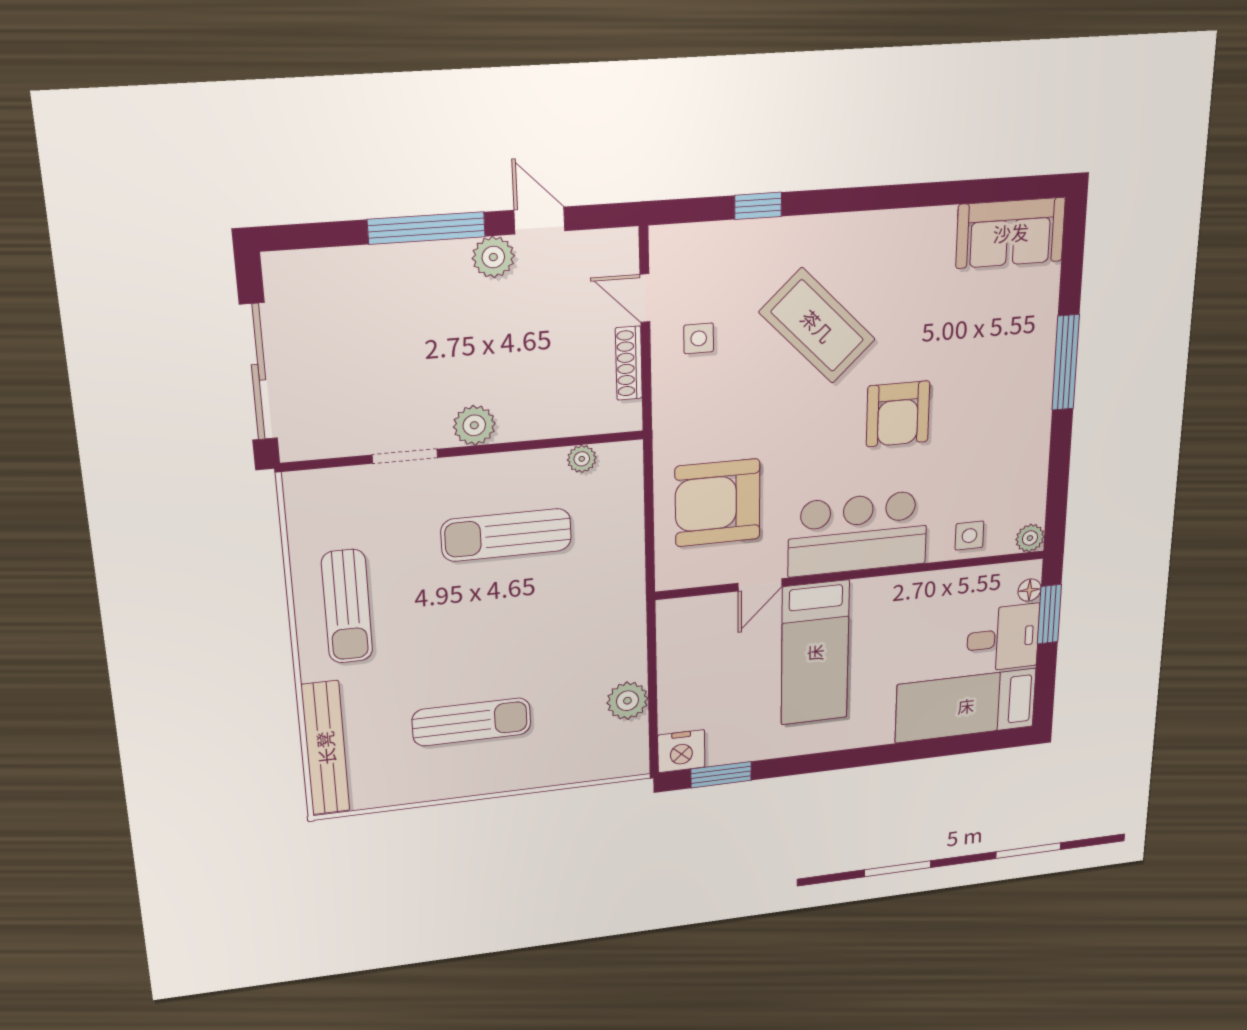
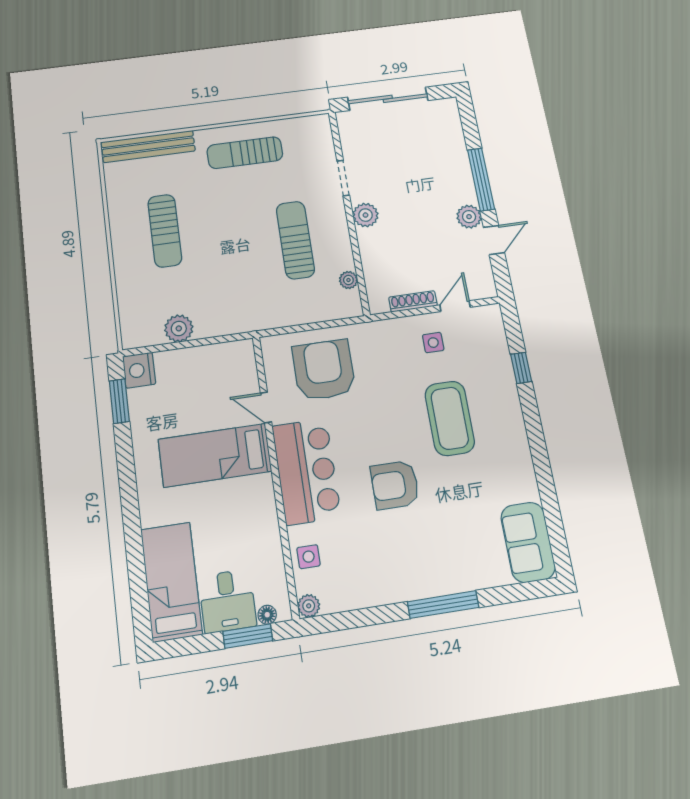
coffee table: (817, 326) -> (450, 418), turned -46

